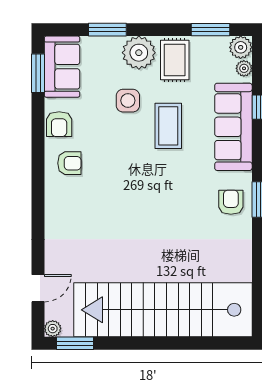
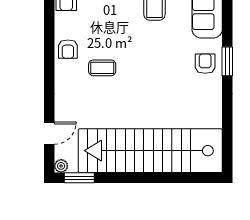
armchair: (69, 163) -> (68, 49), moved, turned 90
coffee table: (104, 207) -> (102, 68), added

